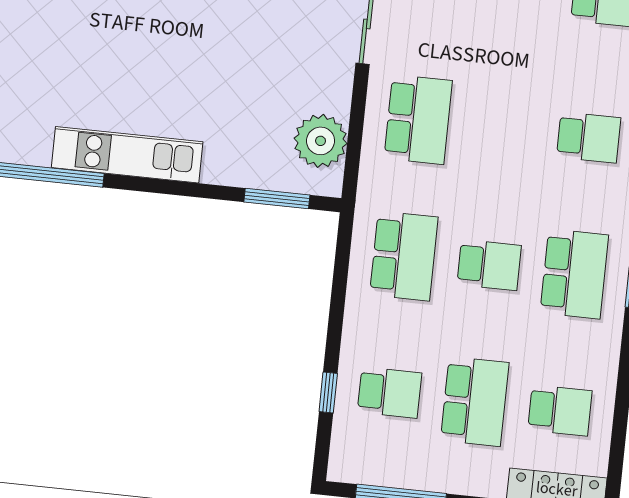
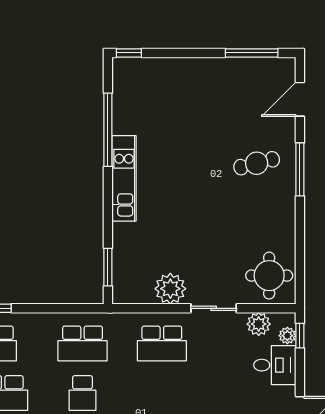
plant: (321, 141) -> (170, 289), moved

